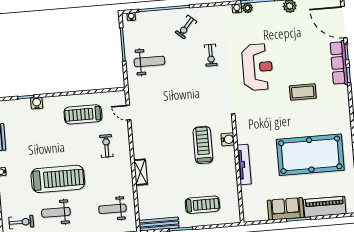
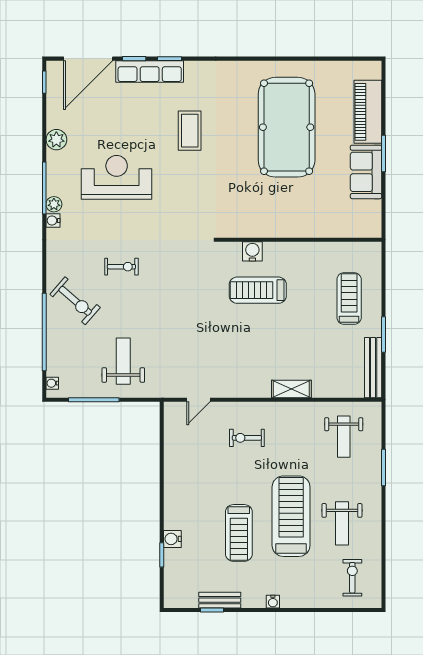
exercise bike: (186, 27) -> (75, 301), width x1.38, depth x1.39
reception desk: (257, 67) -> (117, 177), moved
treadmill: (83, 114) -> (239, 533), moved
tv unit: (244, 164) -> (293, 230), removed

